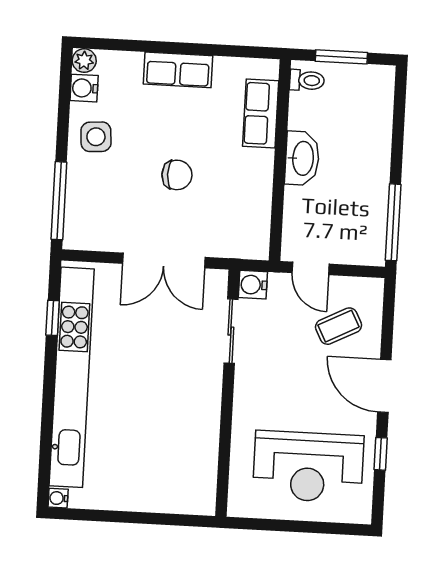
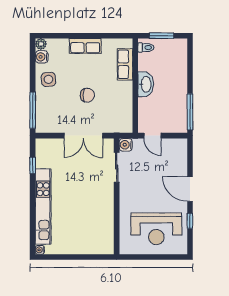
coffee table: (339, 326) -> (167, 162), removed
kitchen unit: (72, 377) -> (43, 207), width x0.73

